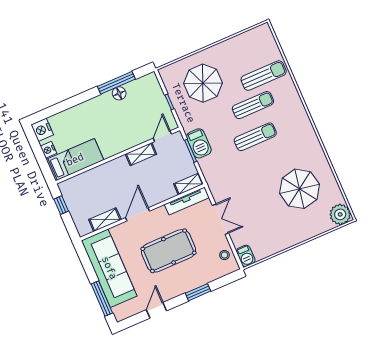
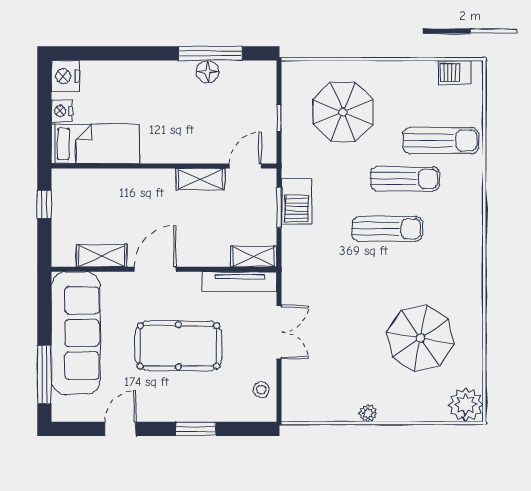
plant: (289, 242) -> (368, 413), added
barbecue: (246, 256) -> (455, 72), moved, turned 90

